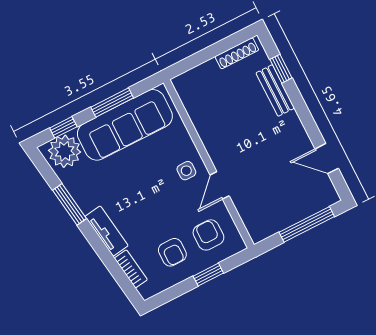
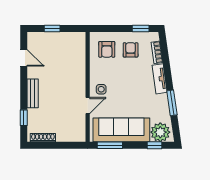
bench: (275, 91) -> (33, 93), moved
window: (112, 102) -> (110, 145), moved
door: (220, 185) -> (88, 105), moved
window: (307, 224) -> (52, 28), width x0.46
window: (208, 275) -> (141, 28), moved

